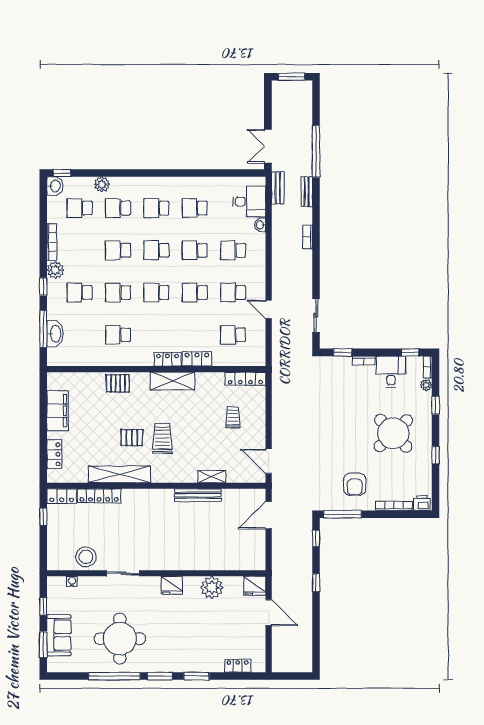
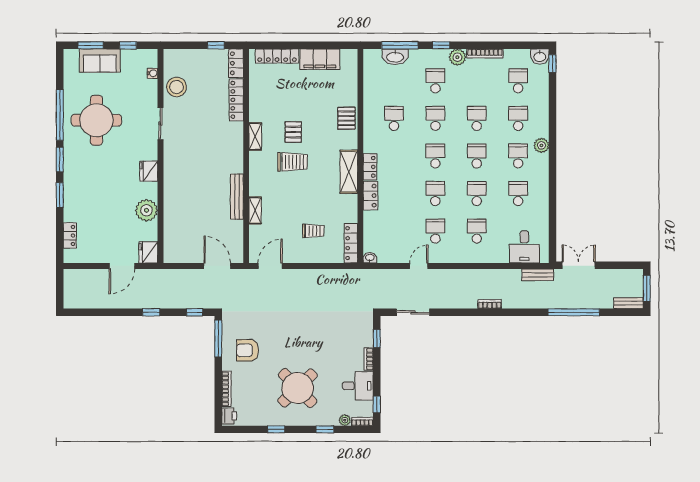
plant: (102, 184) -> (541, 145), moved
bench: (307, 192) -> (628, 303), moved
washbasin: (260, 225) -> (370, 258), moved
school desk: (233, 335) -> (394, 231), removed
locker: (54, 454) -> (277, 56), width x1.53
shelving: (119, 474) -> (255, 136), width x0.45, depth x0.75

